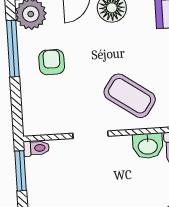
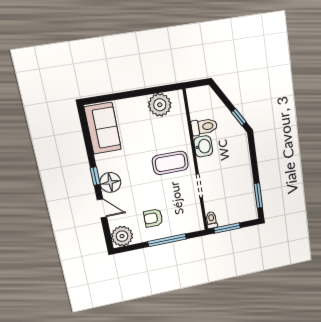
window: (13, 49) -> (167, 240), moved
coffee table: (130, 96) -> (170, 163), turned 55

